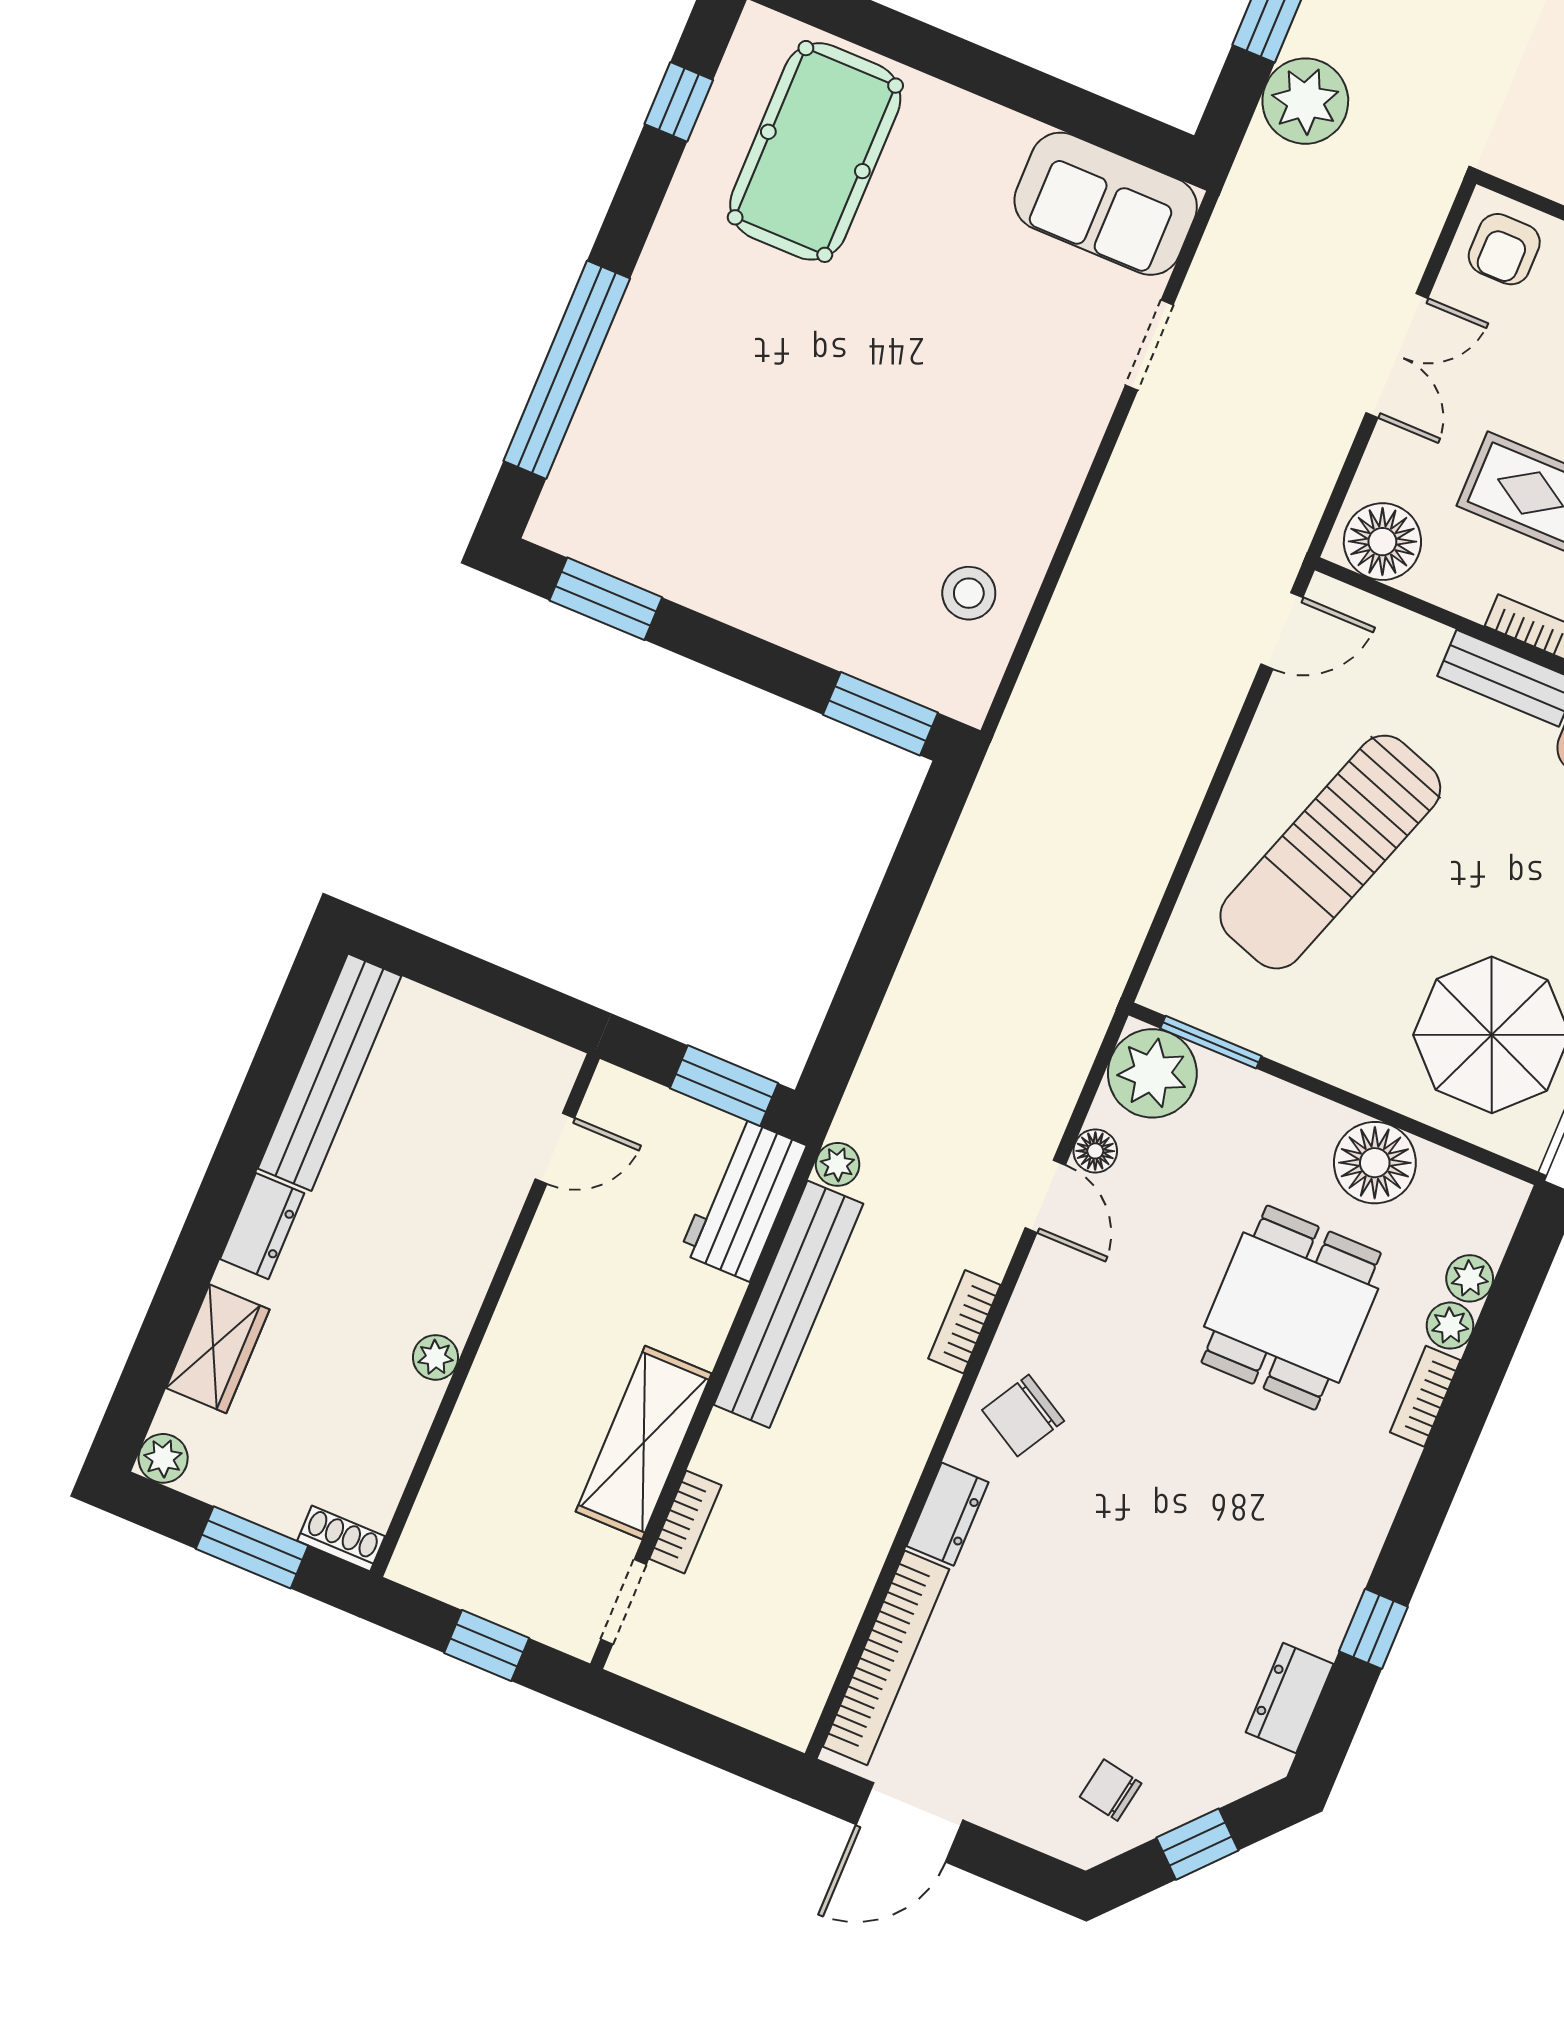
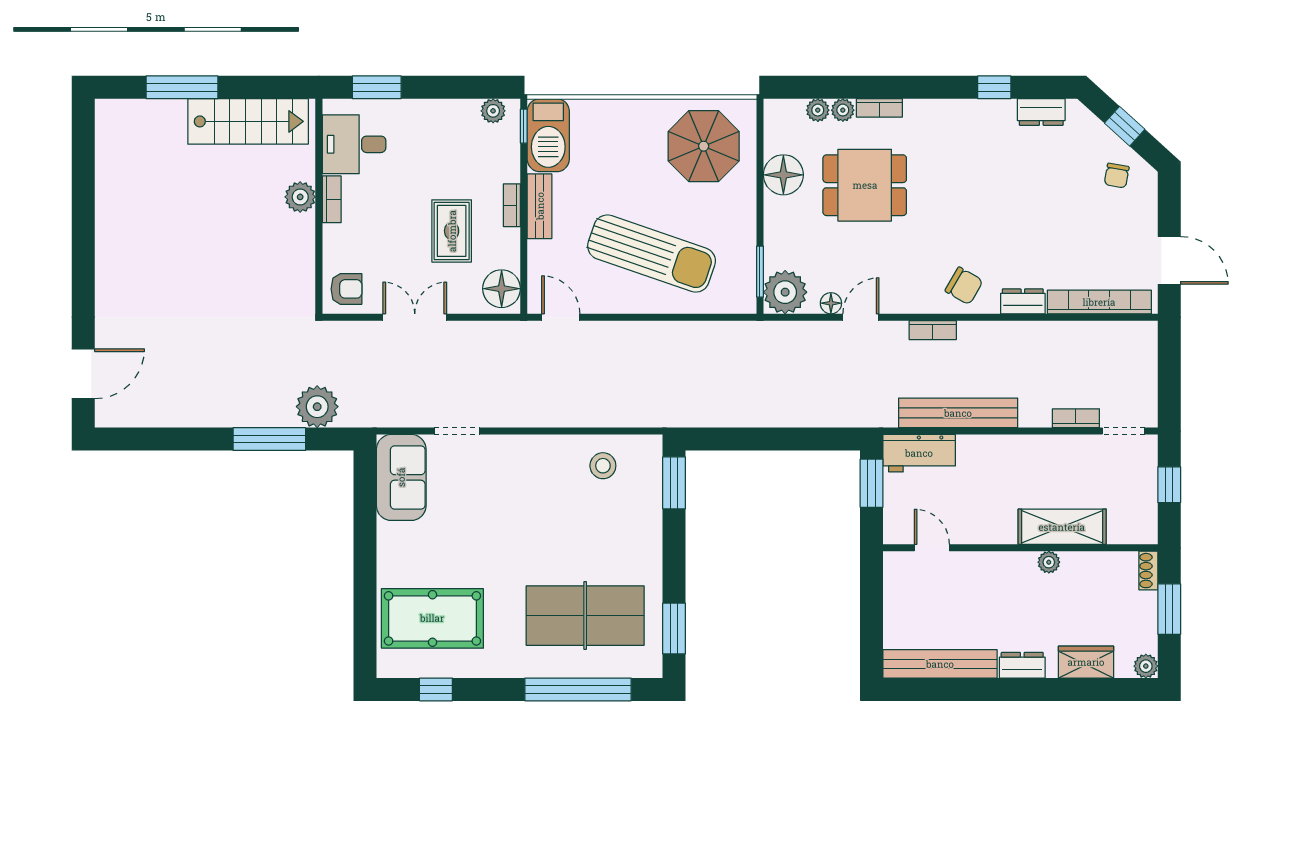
table tennis table: (700, 441) -> (585, 616), added
plant: (838, 1164) -> (886, 417), removed
shelving: (644, 1442) -> (1062, 527), moved

